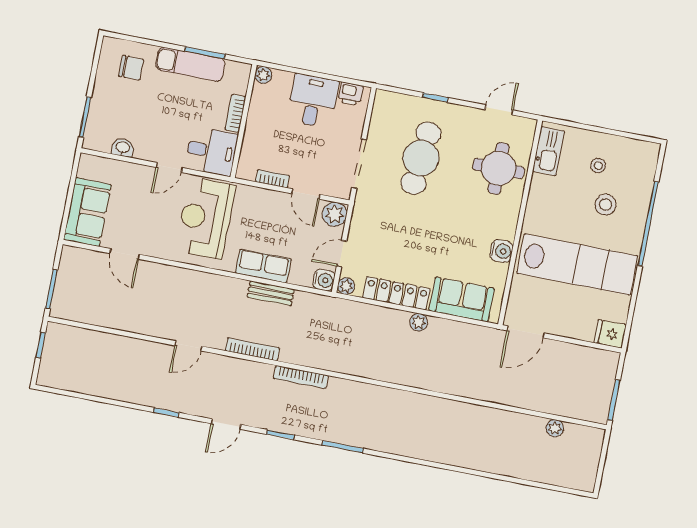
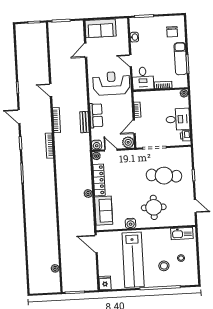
round table: (499, 168) -> (154, 207), moved

